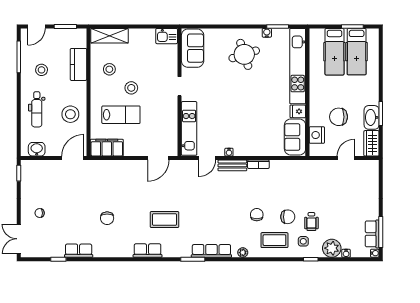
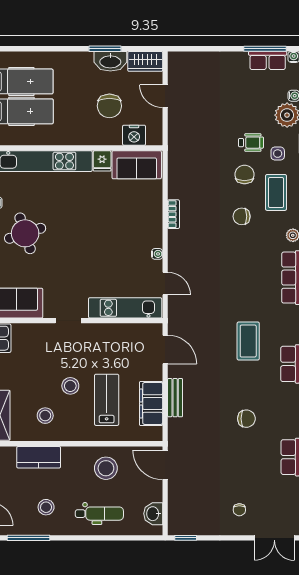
filing cabinet: (107, 148) -> (151, 403), moved
bench: (232, 165) -> (175, 398), moved

